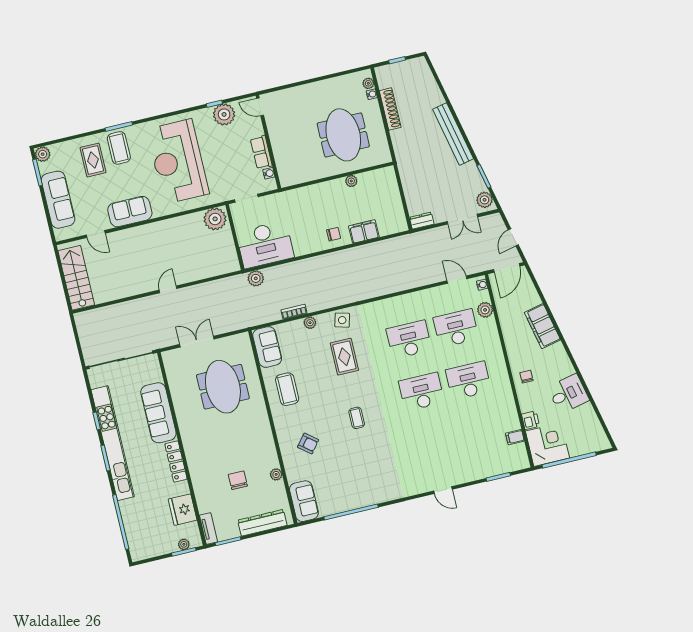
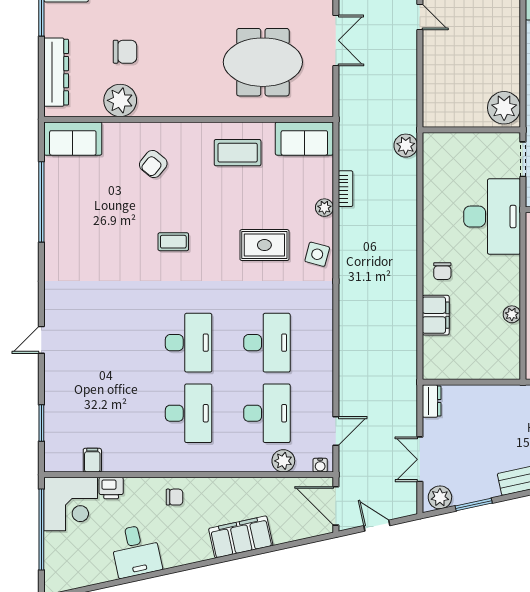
desk: (265, 245) -> (492, 217), moved, turned 180
plant: (276, 474) -> (120, 100), width x1.88, depth x1.88

